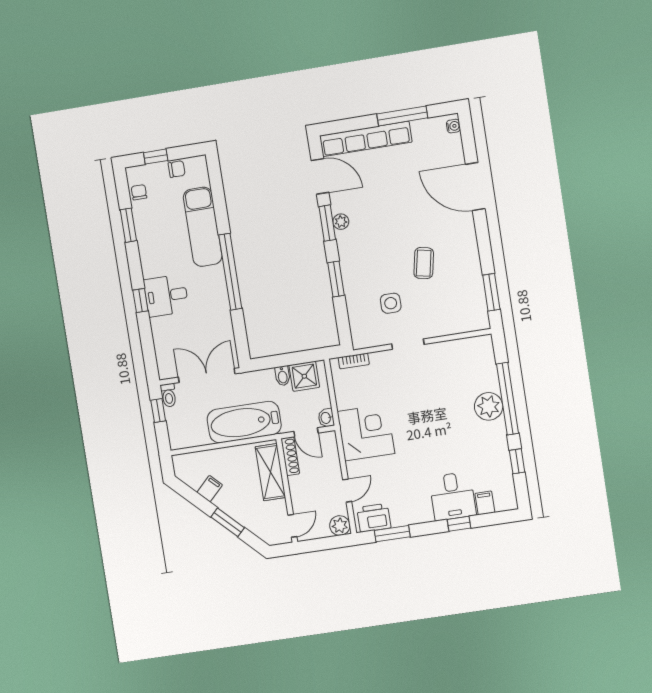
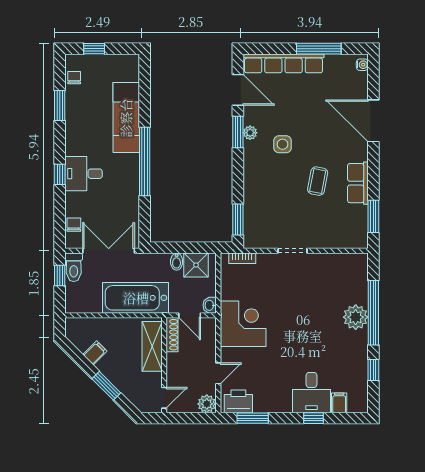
chair: (177, 169) -> (74, 225), moved, turned -90
row of seats: (469, 258) -> (358, 183), added
window: (336, 279) -> (238, 219), moved
side table: (391, 303) -> (283, 144), moved
toilet: (169, 395) -> (74, 267), width x1.37, depth x1.39

